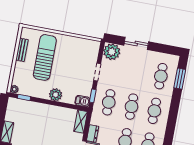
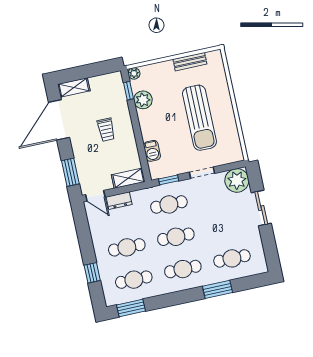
sun lounger: (45, 57) -> (199, 118), moved, turned 90
window: (180, 79) -> (218, 289), moved
plant: (56, 95) -> (143, 100), moved
barbecue: (82, 101) -> (152, 151), moved
trolley: (43, 123) -> (106, 130), added

